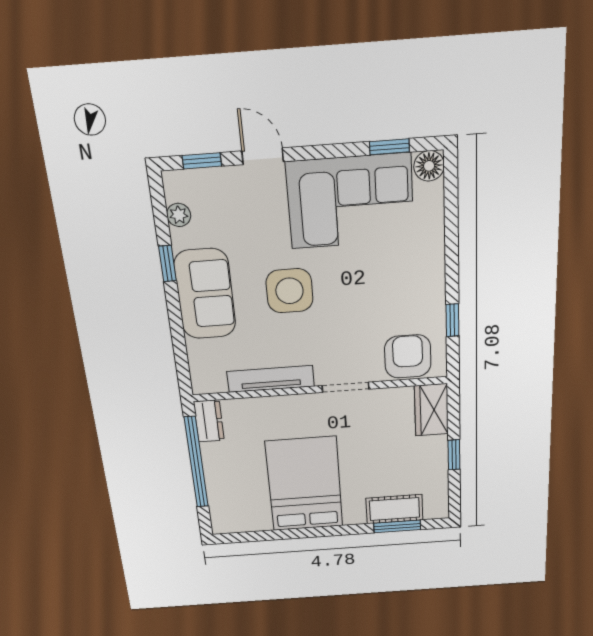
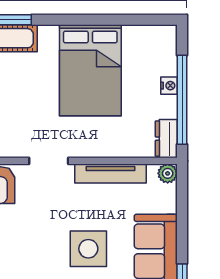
plant: (202, 384) -> (168, 173), added
nightstand: (213, 475) -> (169, 86), added

